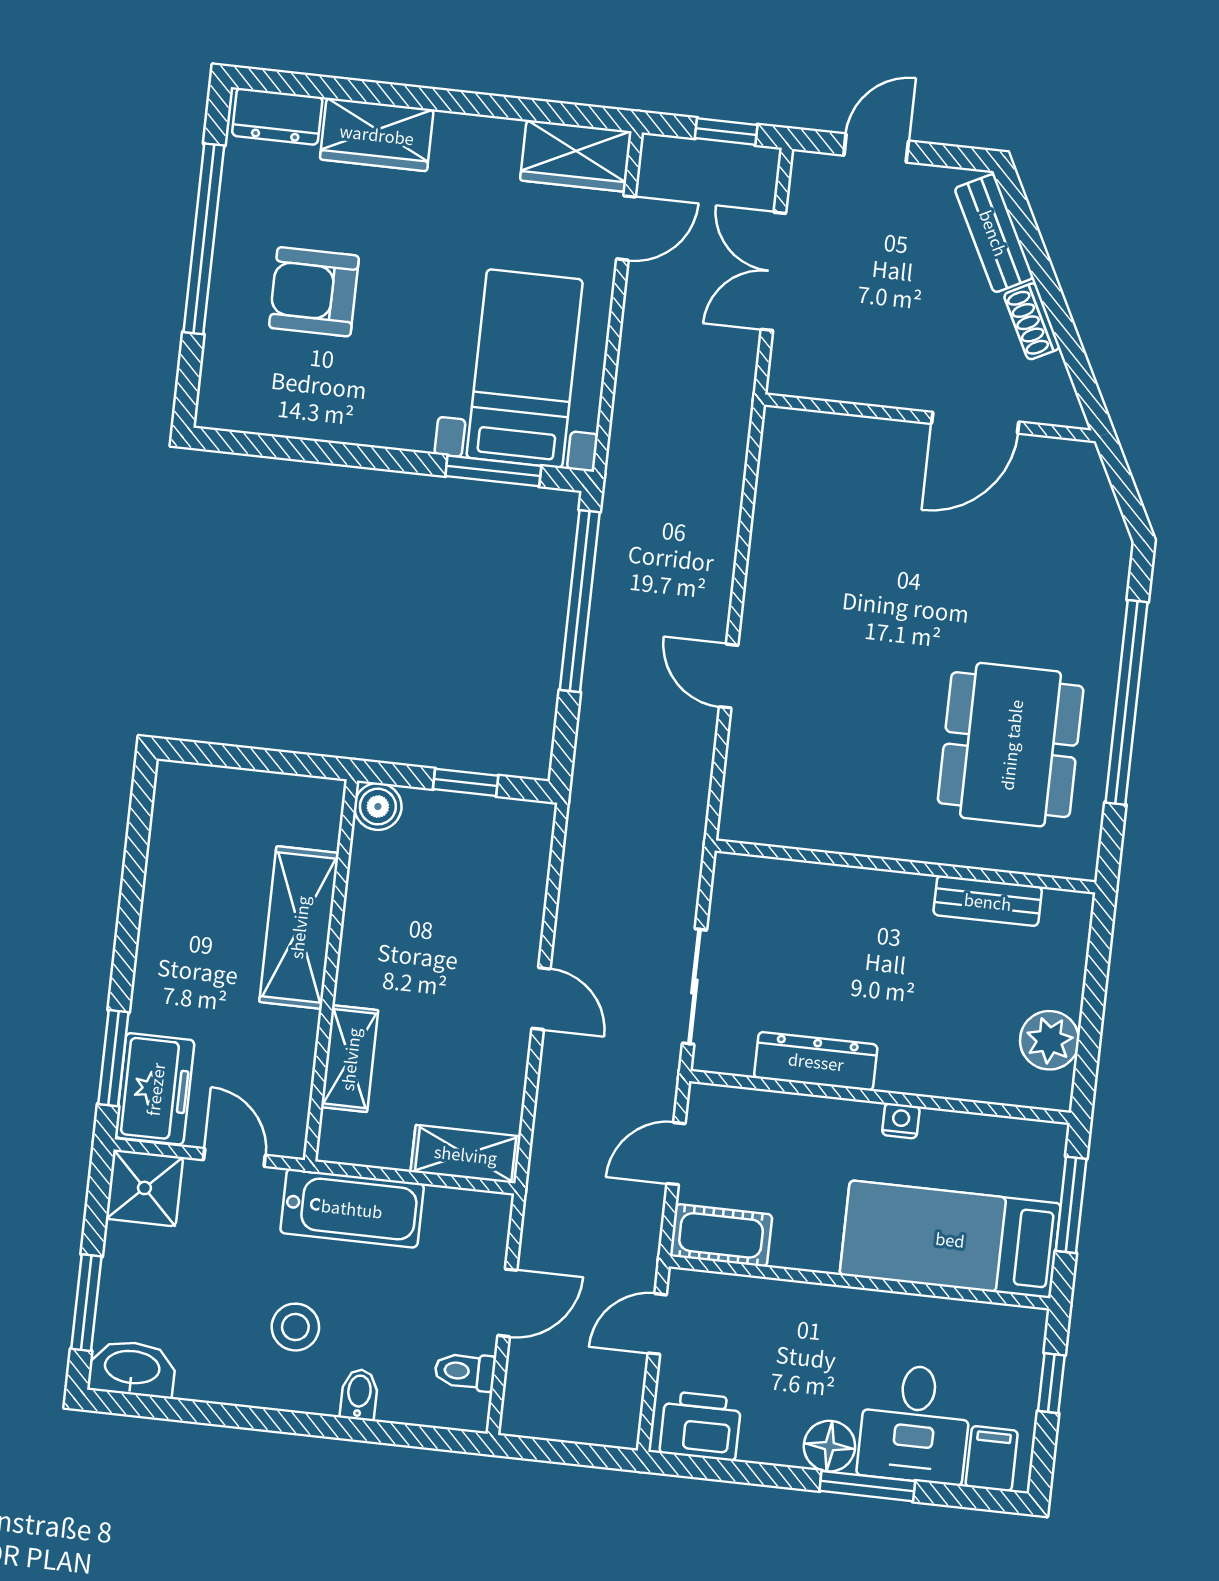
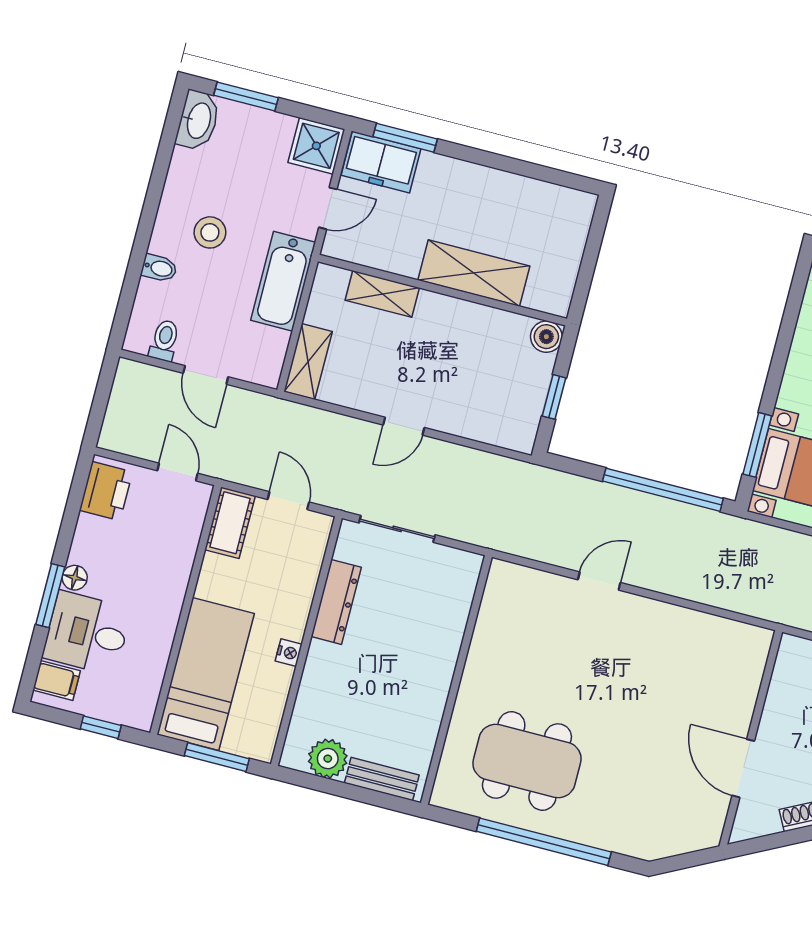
bench: (988, 901) -> (382, 779), moved, turned 90
floor lamp: (829, 1446) -> (75, 578), width x0.73, depth x0.73

